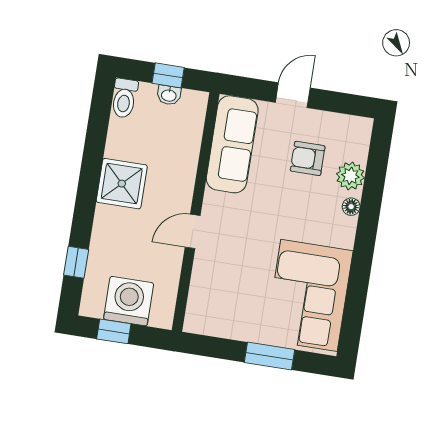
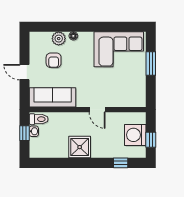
toilet: (124, 98) -> (39, 119), moved

